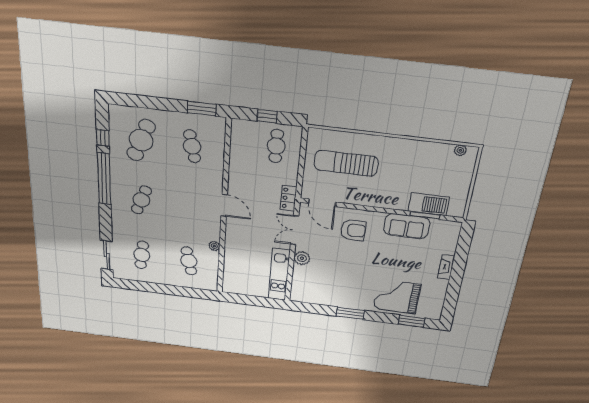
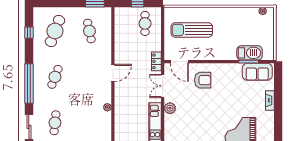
window: (104, 179) -> (29, 84), moved
door: (224, 205) -> (113, 73), hinge flipped
sofa: (407, 226) -> (257, 72), moved
cafe table: (189, 261) -> (89, 123), removed

